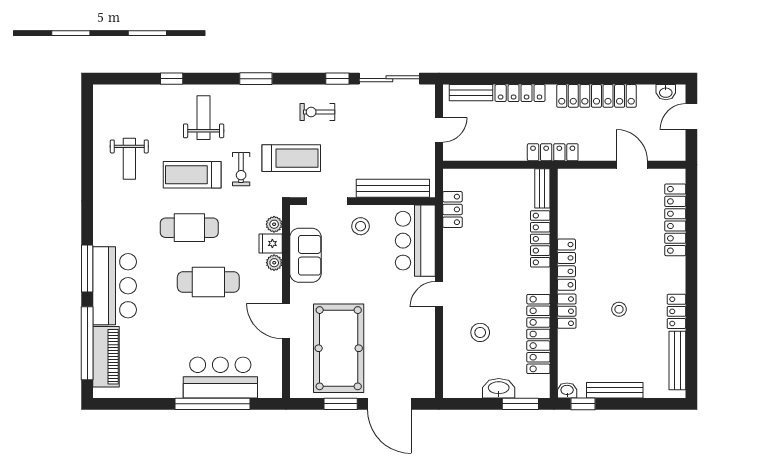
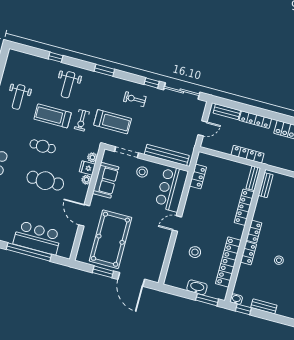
weight bench: (204, 118) -> (68, 85), turned 180
locker: (553, 152) -> (247, 154), moved
bench: (565, 194) -> (266, 185), added
cafe table: (189, 228) -> (43, 146), width x0.73, depth x0.74
locker: (566, 265) -> (254, 232), width x0.66
bench: (615, 390) -> (264, 306), width x0.73

